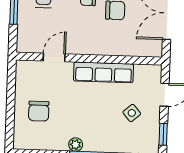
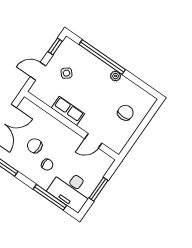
row of seats: (103, 72) -> (68, 111), width x0.68

